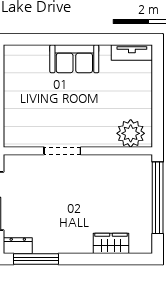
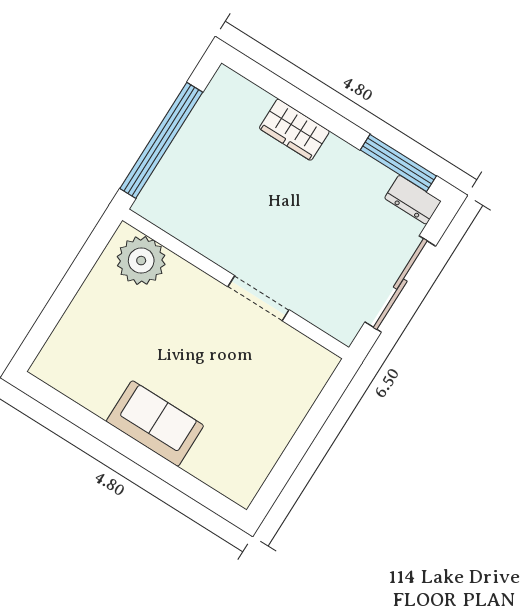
tv unit: (132, 52) -> (64, 379), removed
wardrobe: (111, 243) -> (294, 130), moved

